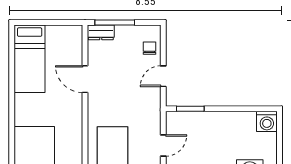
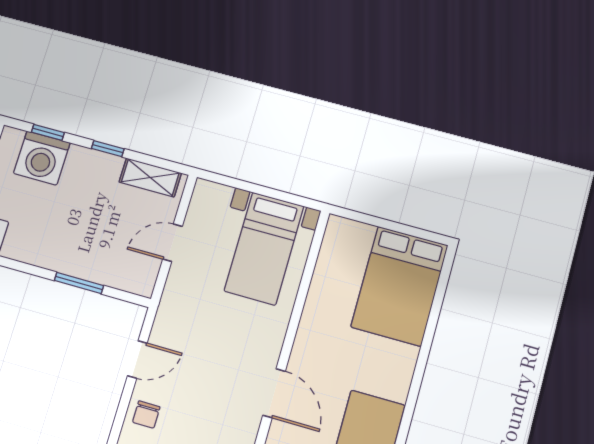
window: (190, 109) -> (79, 283), moved

